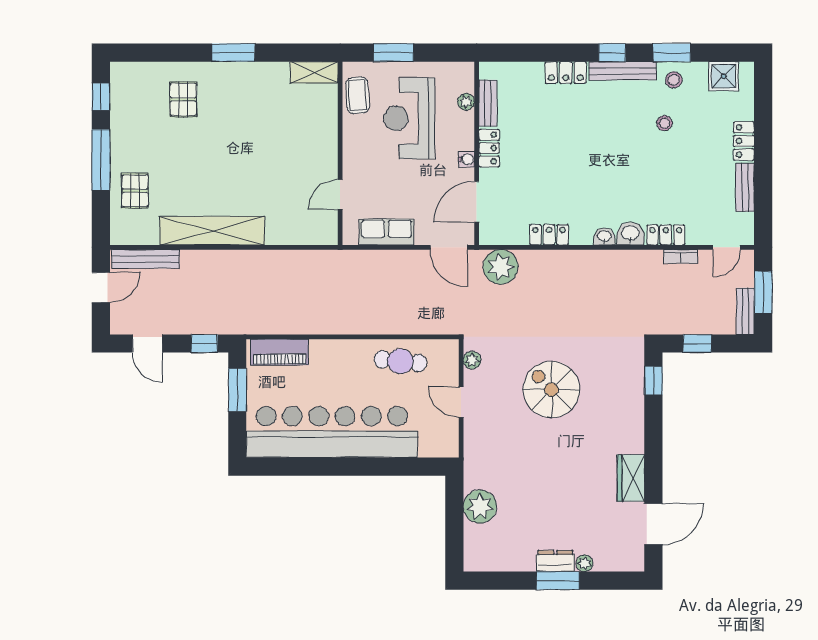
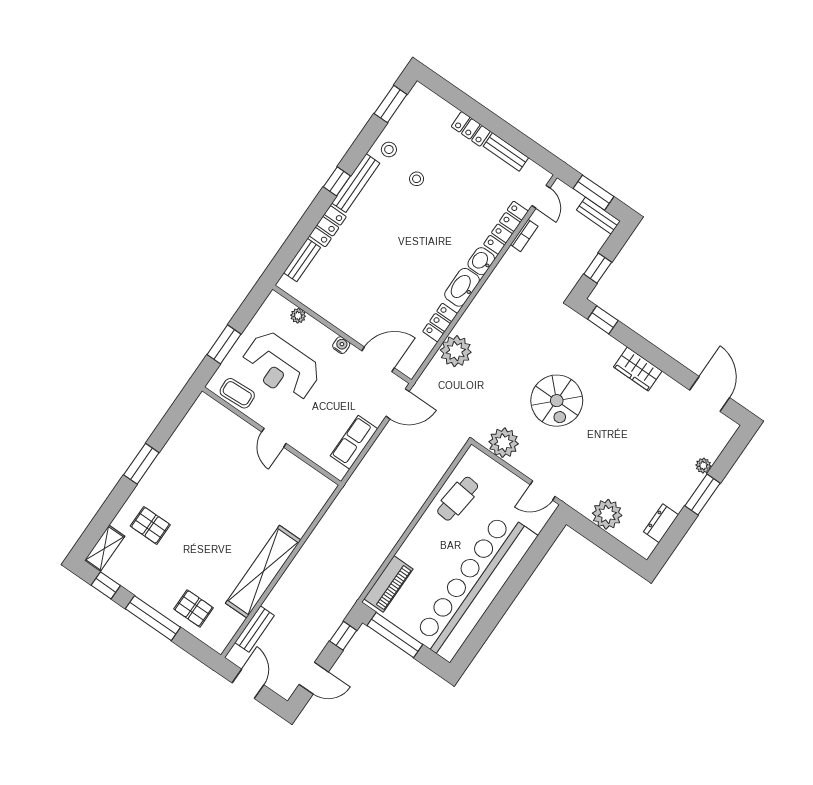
window: (672, 53) -> (391, 104), moved
shelving: (314, 72) -> (105, 548), moved
shower: (724, 76) -> (412, 110), removed
bench: (488, 103) -> (302, 260), moved, turned 90
locker: (489, 148) -> (345, 322), removed
door: (340, 194) -> (274, 438), moved
door: (477, 202) -> (378, 359), swing flipped
locker: (666, 235) -> (506, 228), width x1.53
washbasin: (604, 236) -> (462, 287), width x1.91, depth x1.45
bench: (146, 259) -> (255, 629), width x0.73
plant: (501, 267) -> (456, 351), moved
plant: (472, 360) -> (504, 443), width x1.87, depth x1.87
window: (237, 390) -> (395, 635), width x1.44
spiral stairs: (551, 390) -> (557, 401), turned -90
door: (461, 402) -> (543, 491), moved
wardrobe: (631, 478) -> (638, 369), moved
dresser: (555, 561) -> (661, 523), moved

